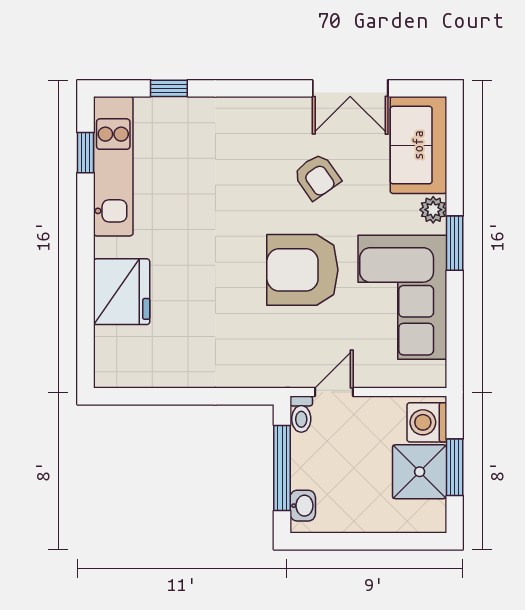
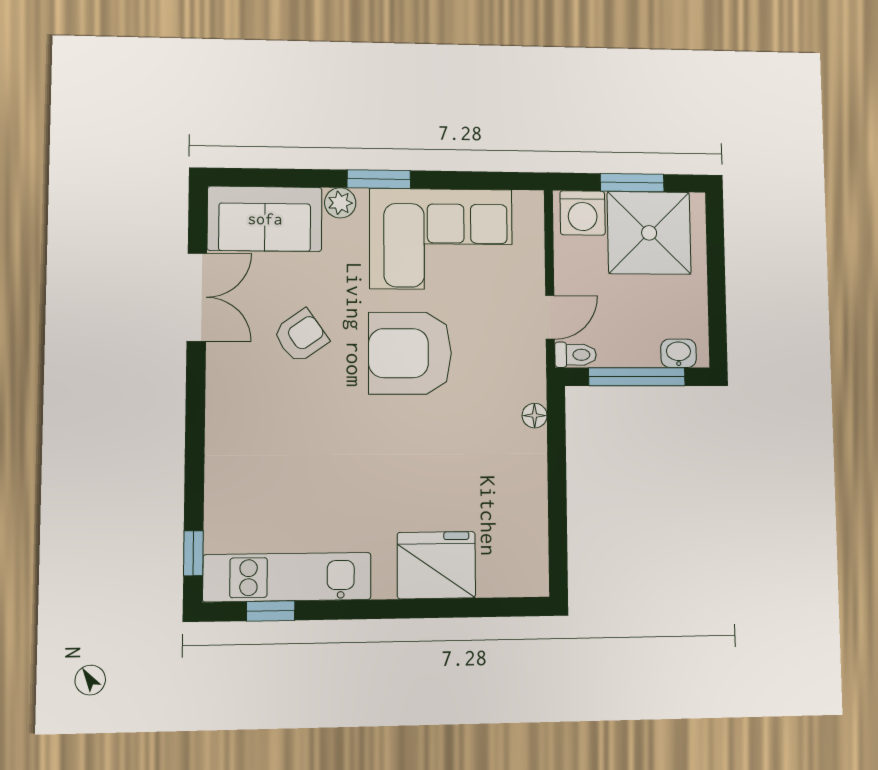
window: (169, 88) -> (193, 553), moved
armchair: (302, 270) -> (410, 353), turned 90
floor lamp: (248, 377) -> (535, 416), added
door: (334, 392) -> (550, 317), swing flipped
shower: (420, 472) -> (649, 233), width x1.37, depth x1.37

